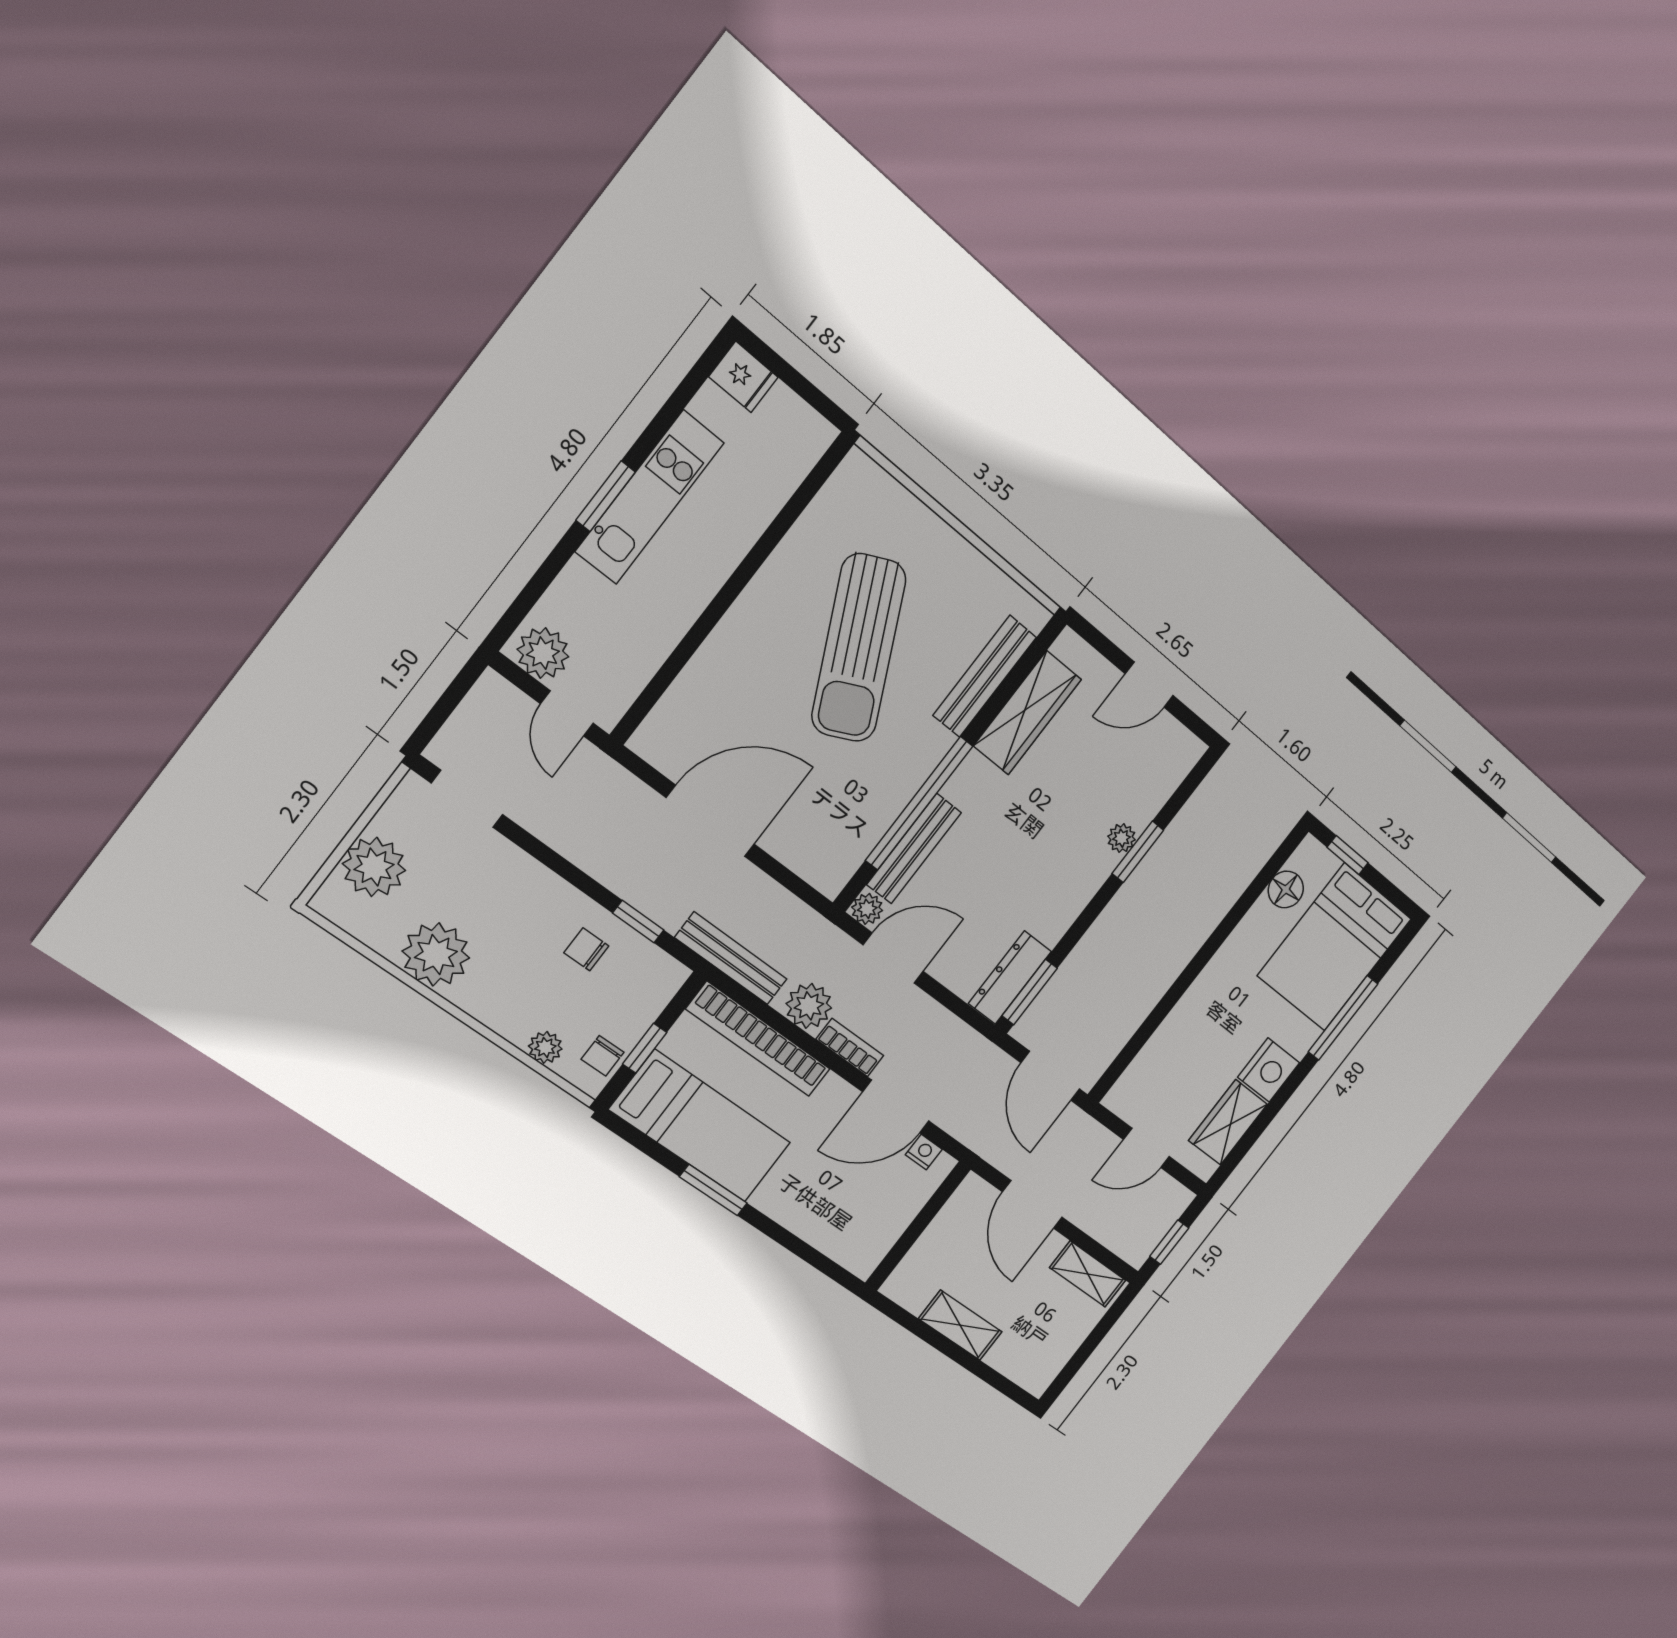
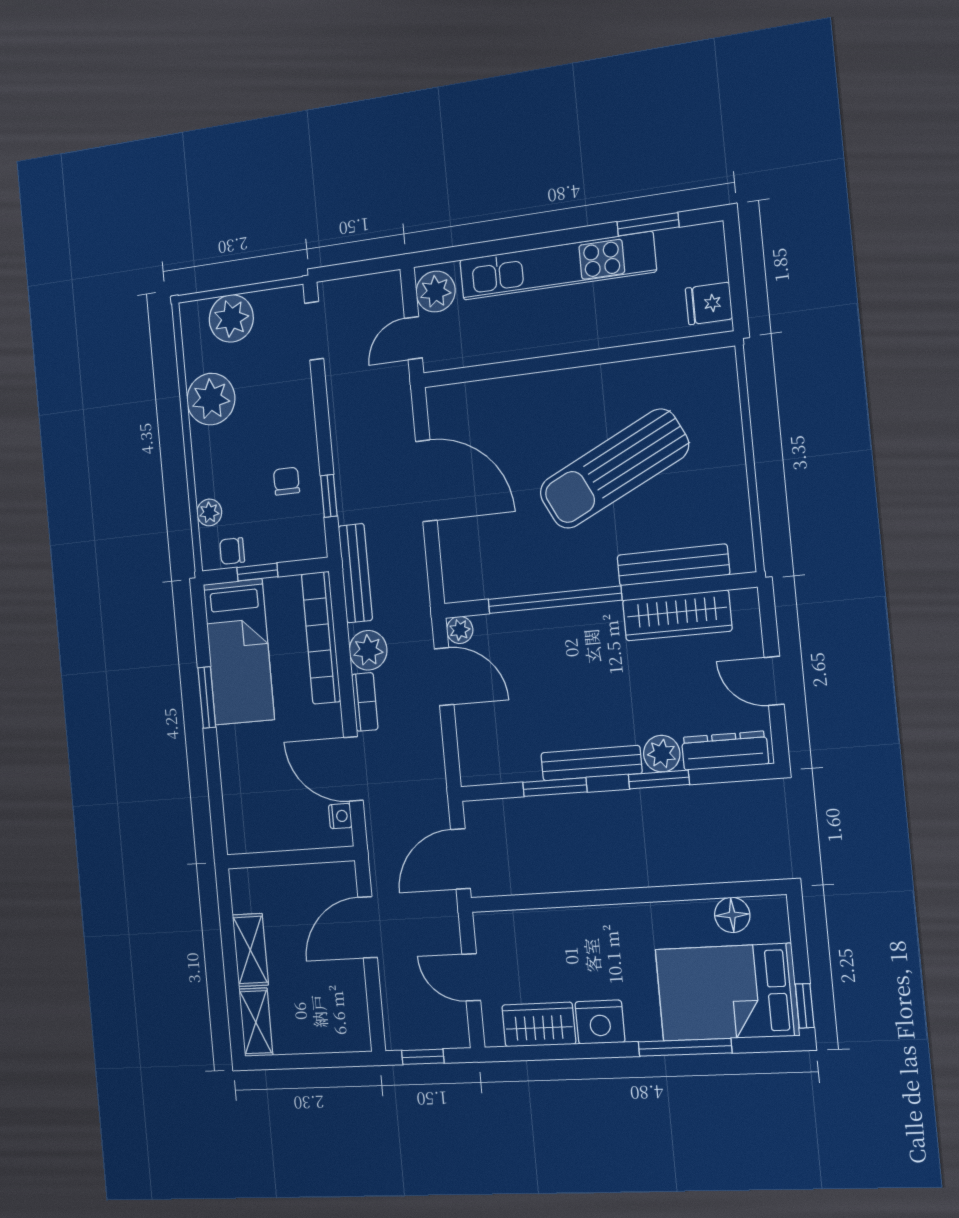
fridge: (743, 377) -> (709, 303), moved, turned 90
window: (606, 496) -> (648, 224), moved
kitchen unit: (650, 497) -> (557, 266), width x1.36
plant: (1122, 838) -> (662, 754), width x1.38, depth x1.38
bench: (914, 849) -> (591, 763), moved
window: (1348, 855) -> (805, 1006), moved
dresser: (1010, 977) -> (725, 751), moved
window: (1030, 992) -> (555, 787), moved
shelving: (1088, 1274) -> (256, 1022), moved

